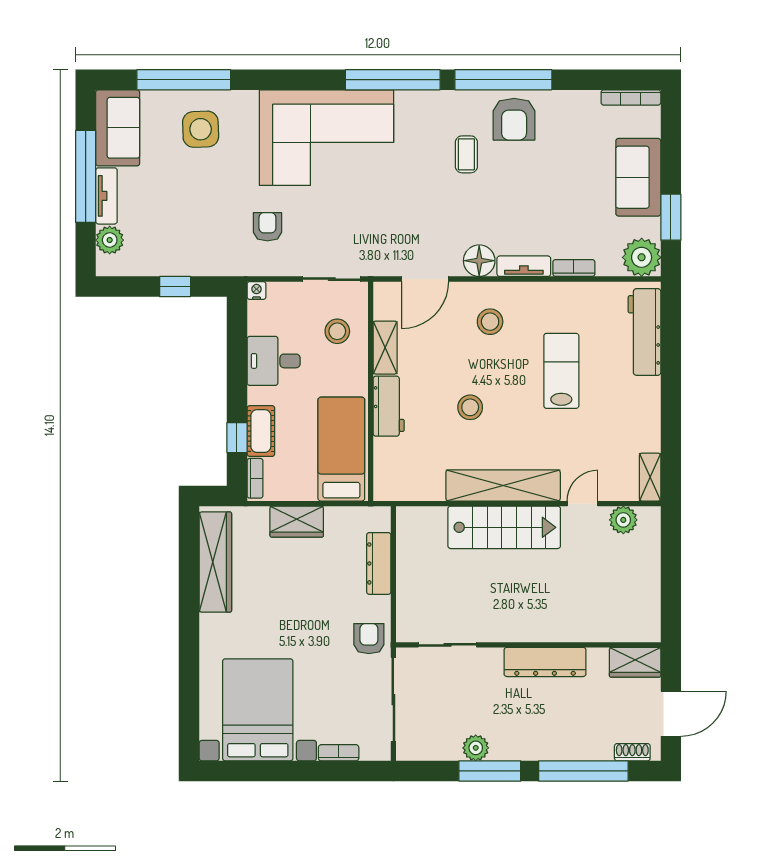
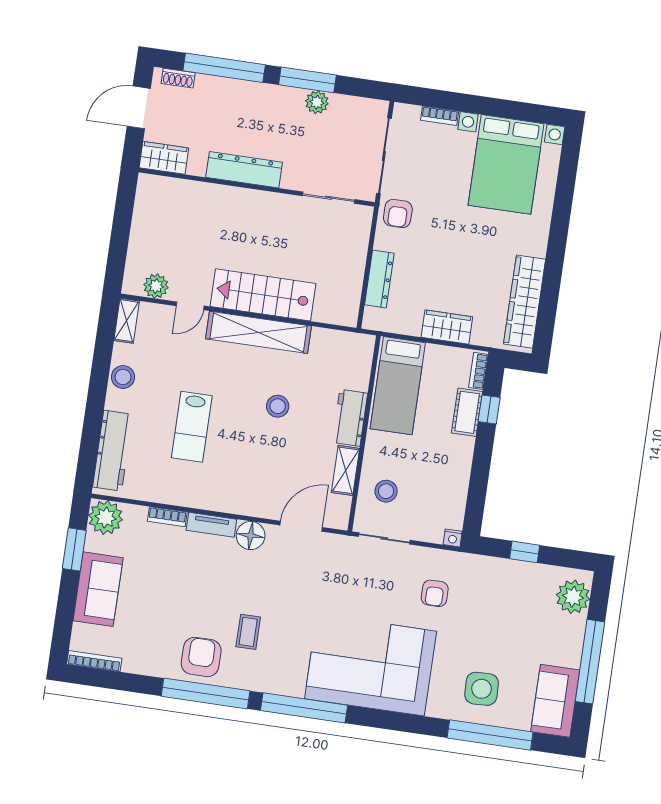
tv unit: (106, 196) -> (574, 642), removed
plant: (110, 240) -> (573, 597), width x1.36, depth x1.36
stool: (490, 322) -> (123, 377), moved
desk: (274, 361) -> (447, 473), removed

